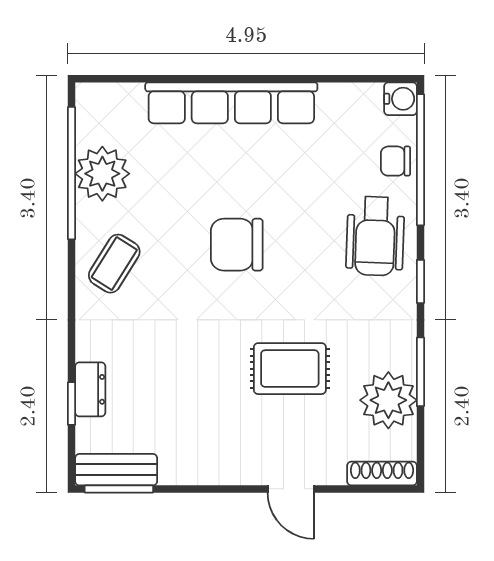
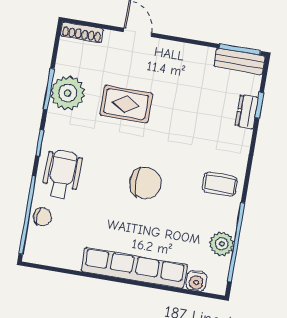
water cooler: (400, 99) -> (196, 281), moved, turned -90
plant: (102, 174) -> (222, 244), width x0.73, depth x0.73
coffee table: (114, 264) -> (220, 184), turned 58
plant: (388, 400) -> (68, 93), moved

